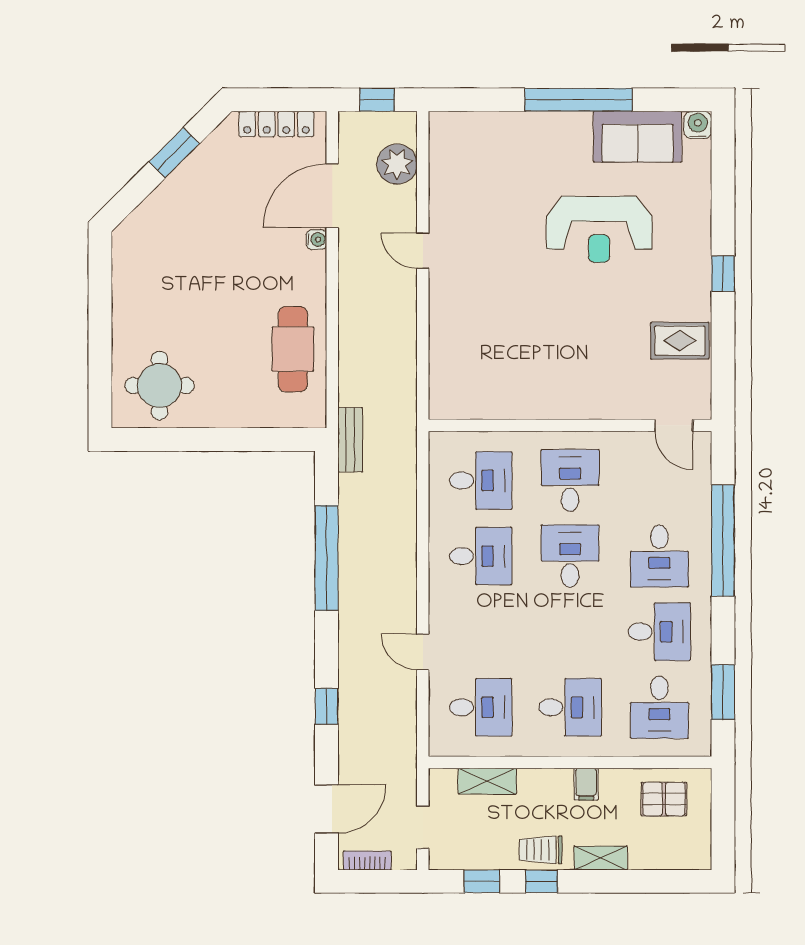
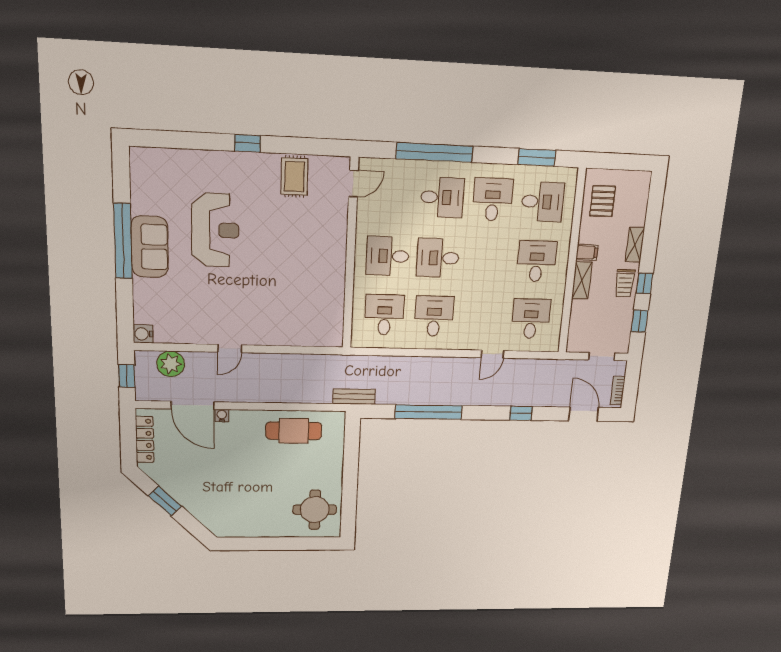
water cooler: (698, 125) -> (143, 334), moved
sofa: (638, 137) -> (150, 247), moved
shelving: (487, 781) -> (582, 280), moved

